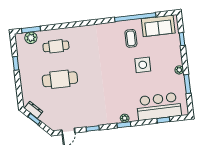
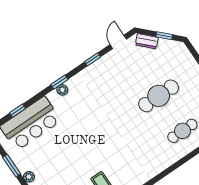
side table: (143, 65) -> (73, 161), removed
dresser: (34, 110) -> (147, 41), moved

